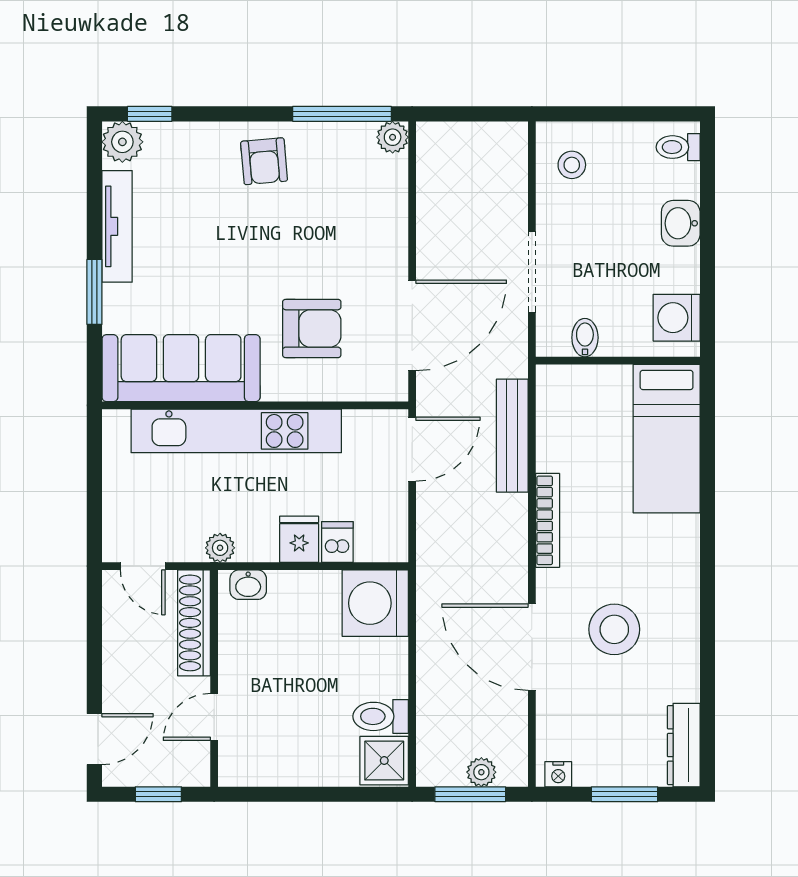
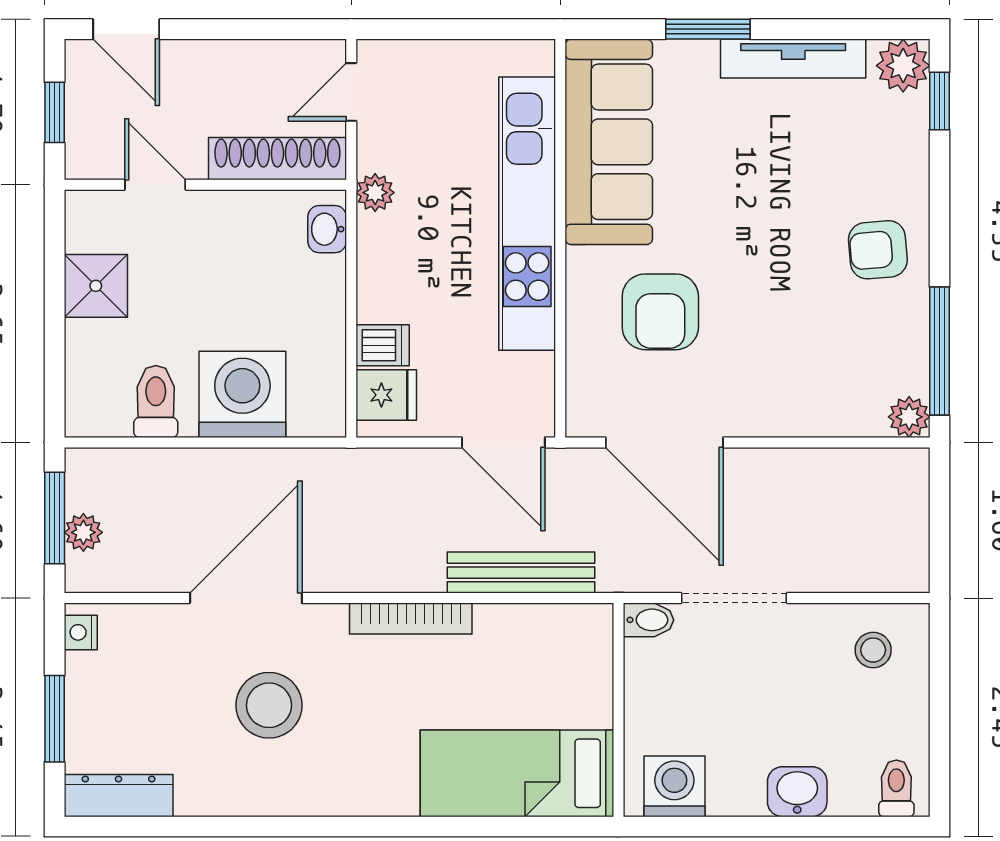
bidet: (585, 338) -> (648, 620), moved
fridge: (299, 539) -> (386, 395), moved
washing machine: (375, 603) -> (242, 394), moved
shower: (384, 761) -> (96, 286), moved

